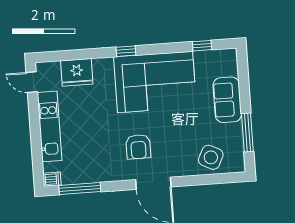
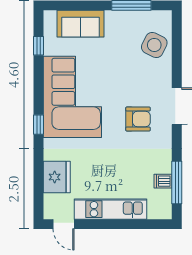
door: (32, 82) -> (63, 224), hinge flipped
sofa: (227, 100) -> (80, 24), moved
dishwasher: (52, 179) -> (163, 181), moved, turned -90

